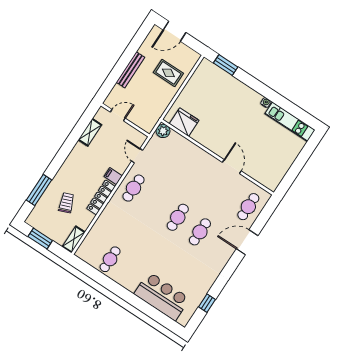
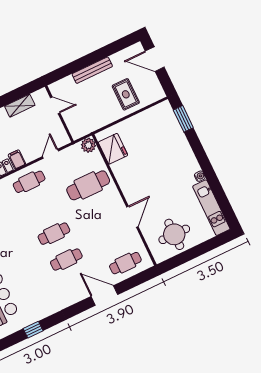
round table: (273, 161) -> (174, 234), added
cafe table: (182, 163) -> (88, 185), added

